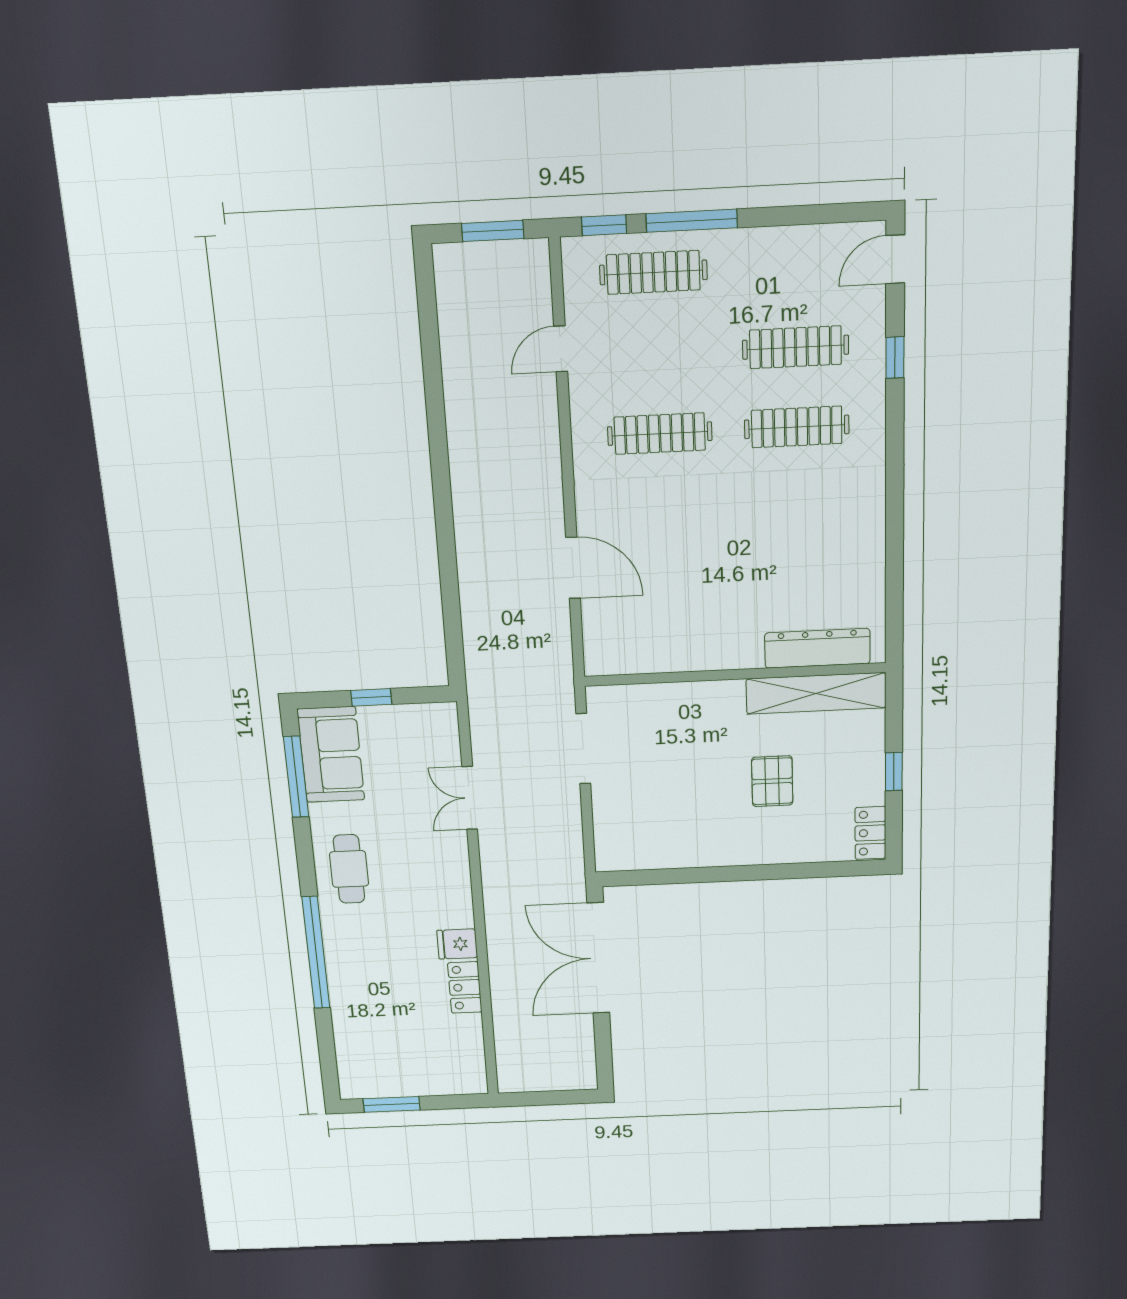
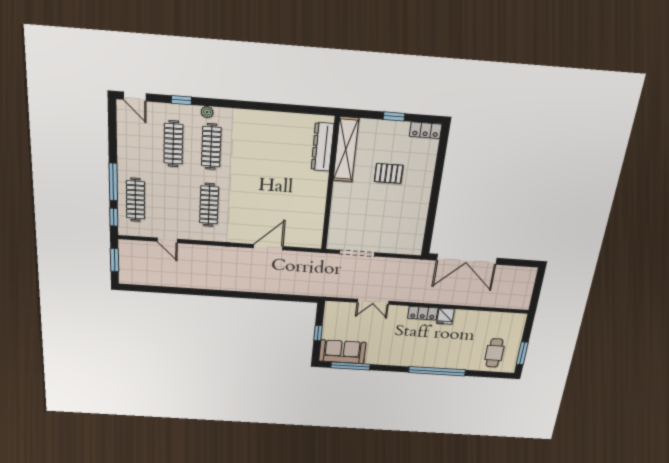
plant: (873, 412) -> (207, 112), added
cafe table: (349, 869) -> (494, 353), moved, turned 90
locker: (465, 987) -> (423, 313), moved

